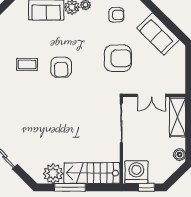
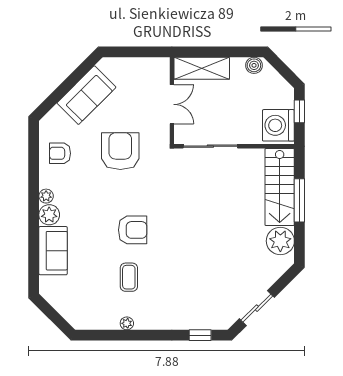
armchair: (116, 15) -> (60, 153), turned -90
window: (70, 187) -> (299, 200), moved

